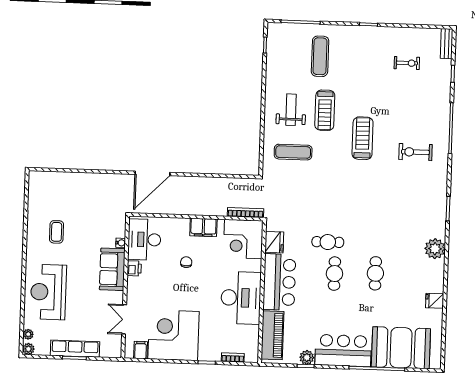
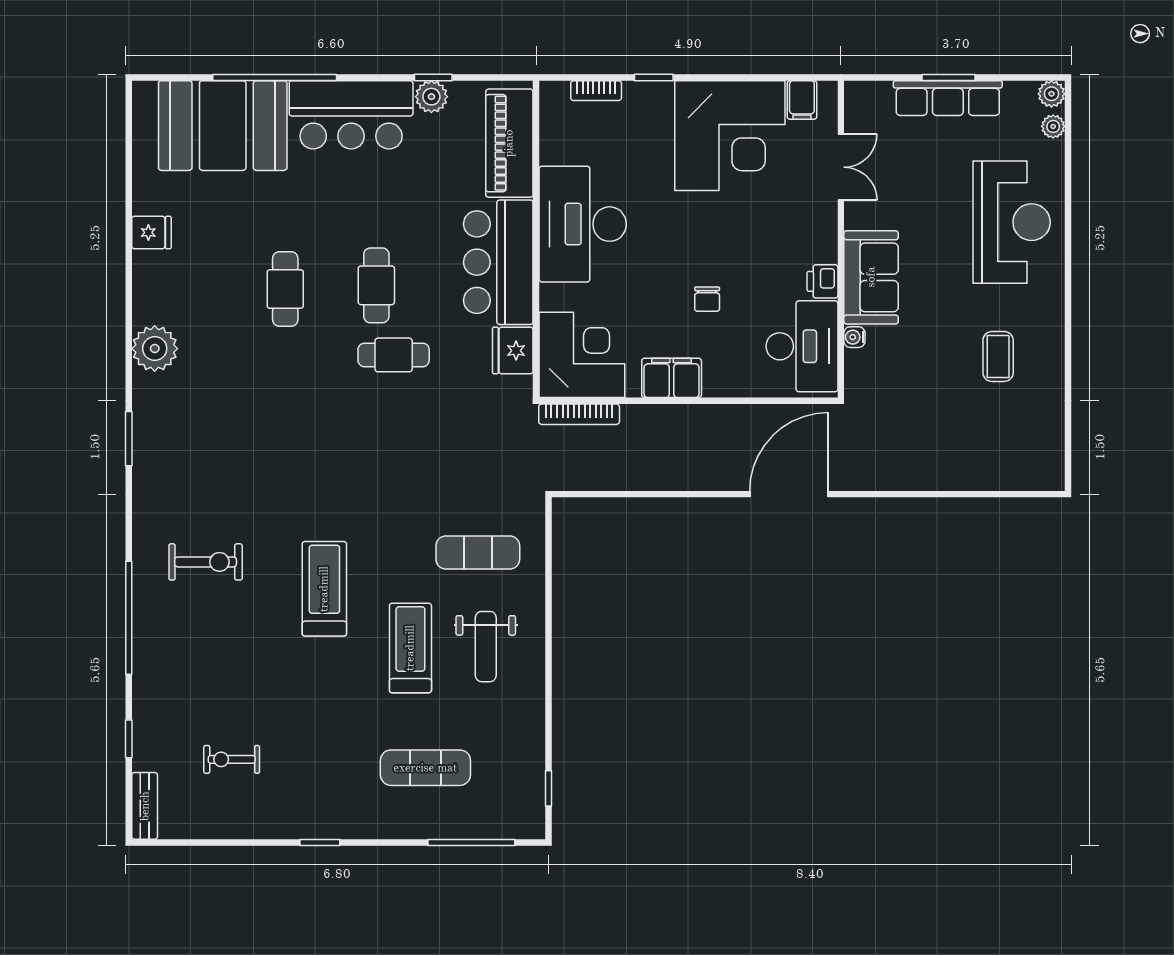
exercise mat: (320, 56) -> (425, 768), turned 90
treadmill: (363, 138) -> (324, 589), turned 180

